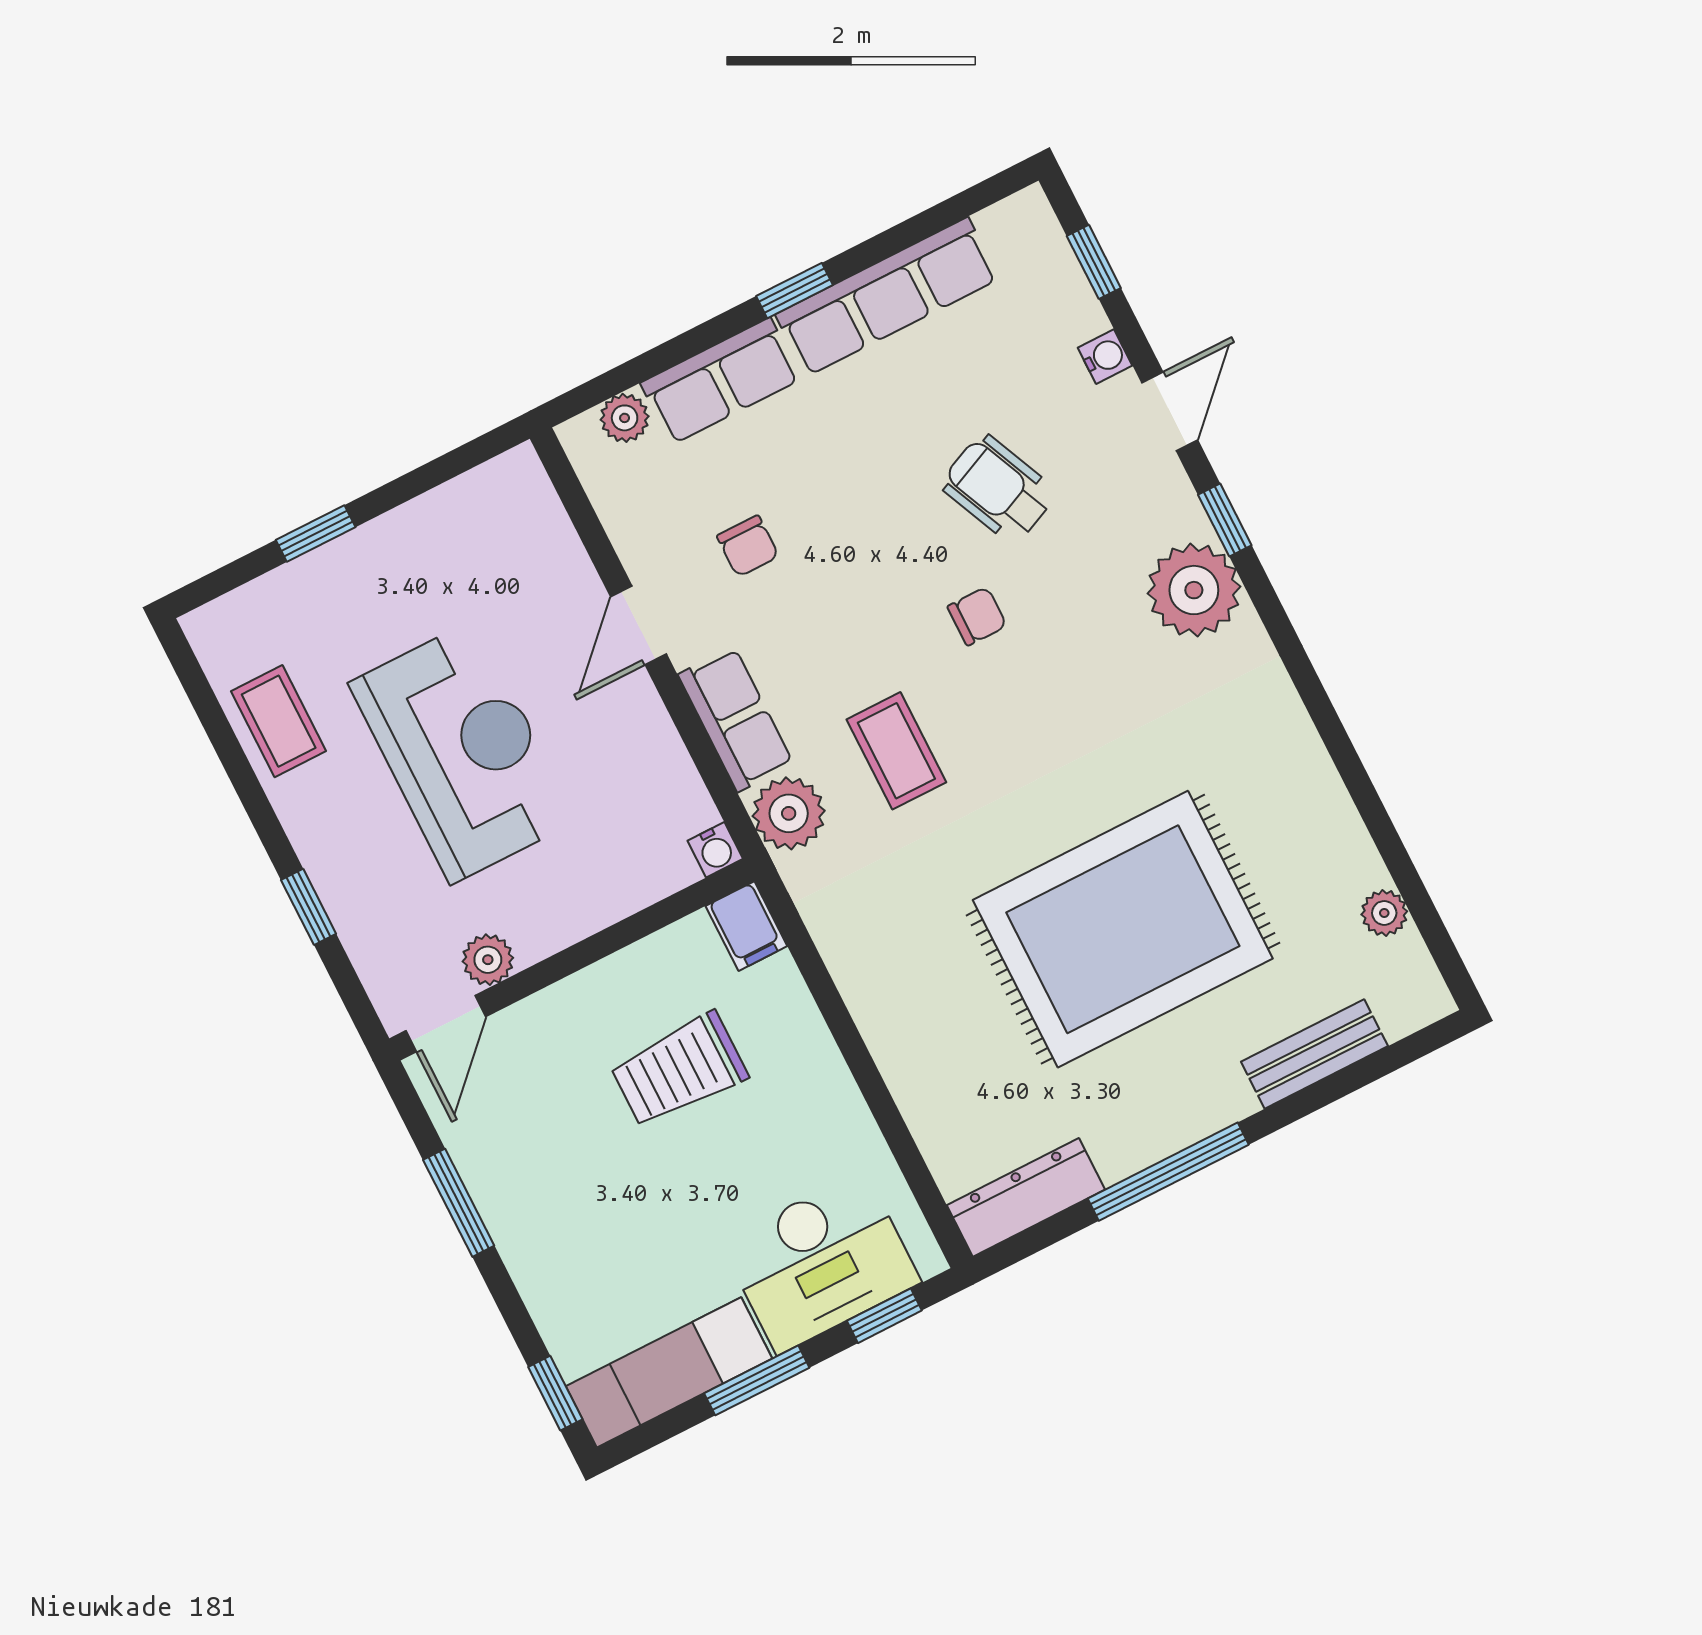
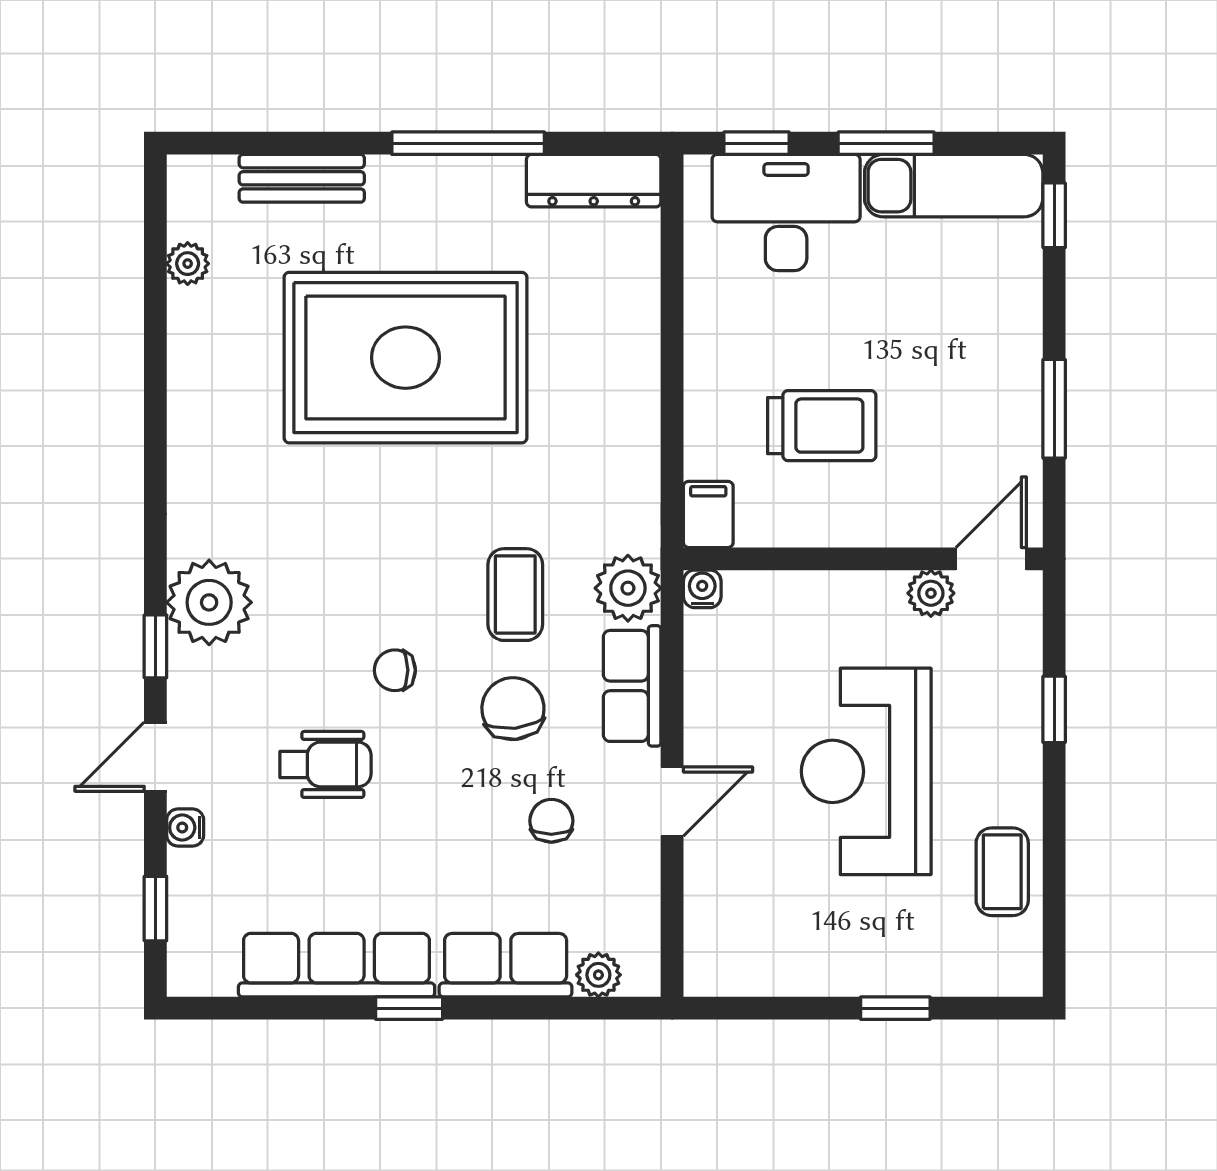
wheelchair: (998, 489) -> (325, 764), turned -66
chair: (842, 637) -> (513, 709), added

